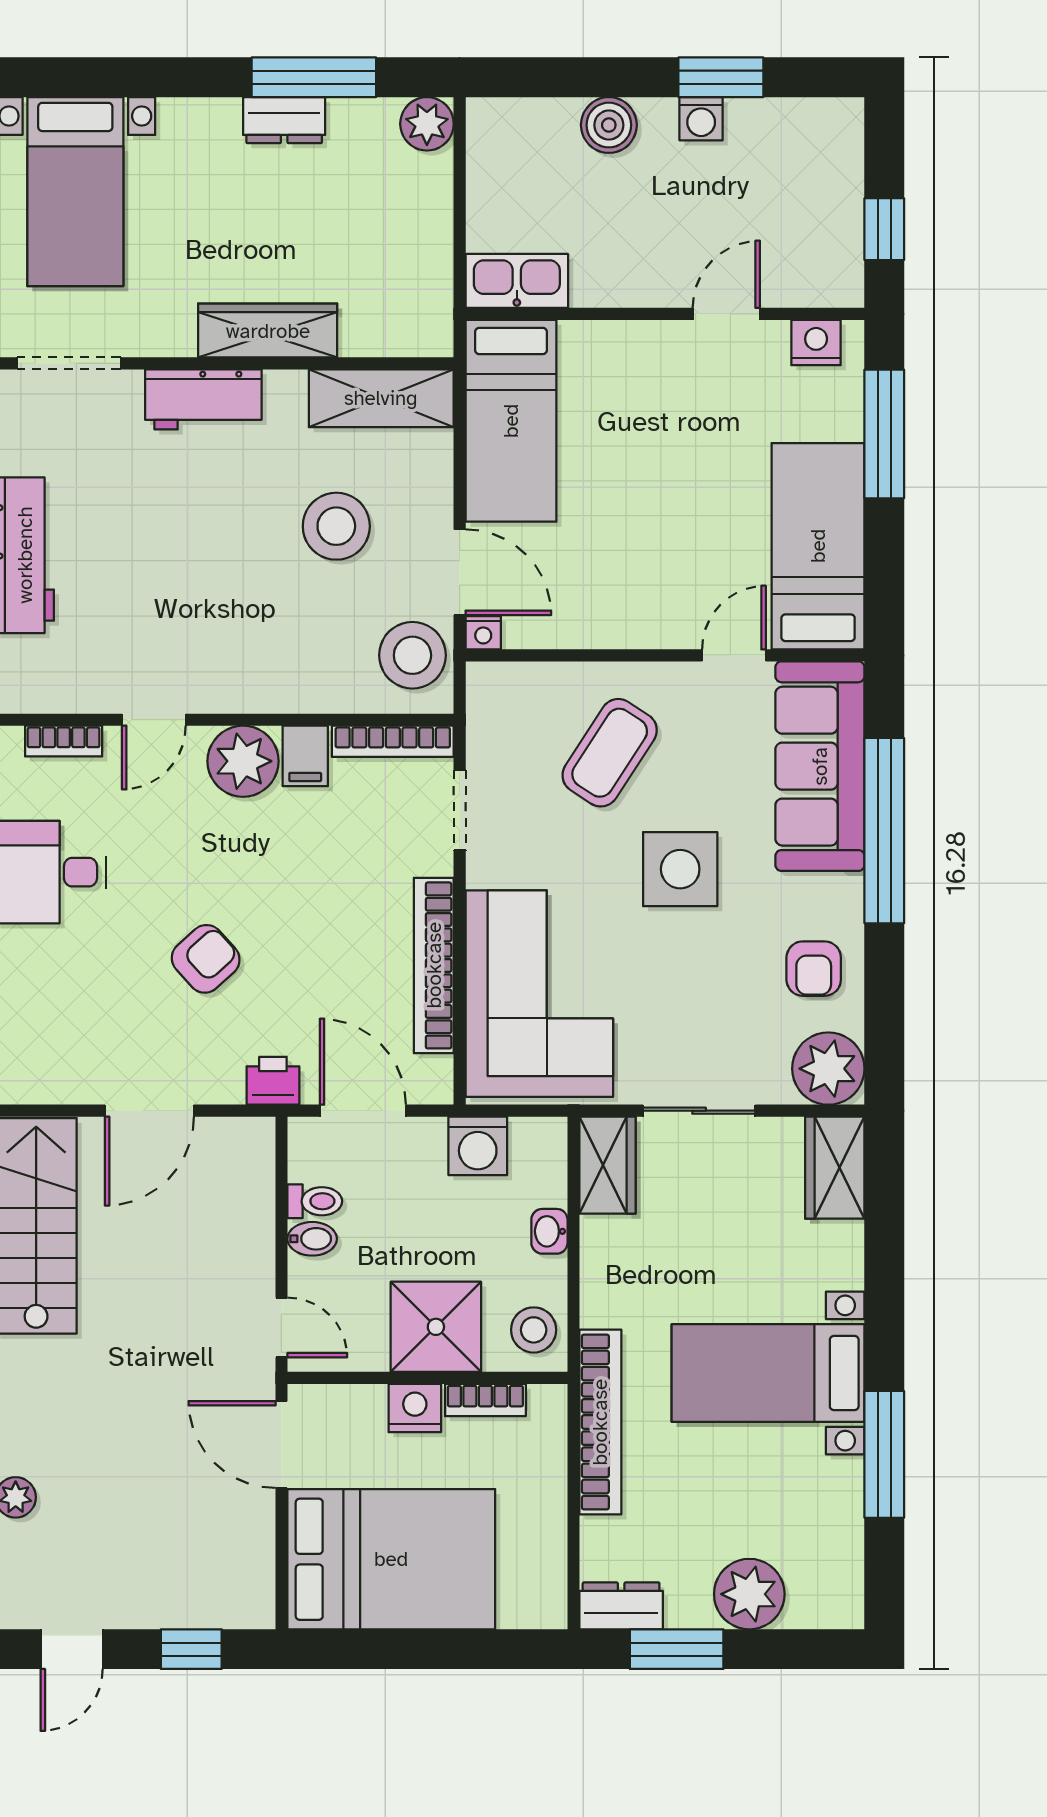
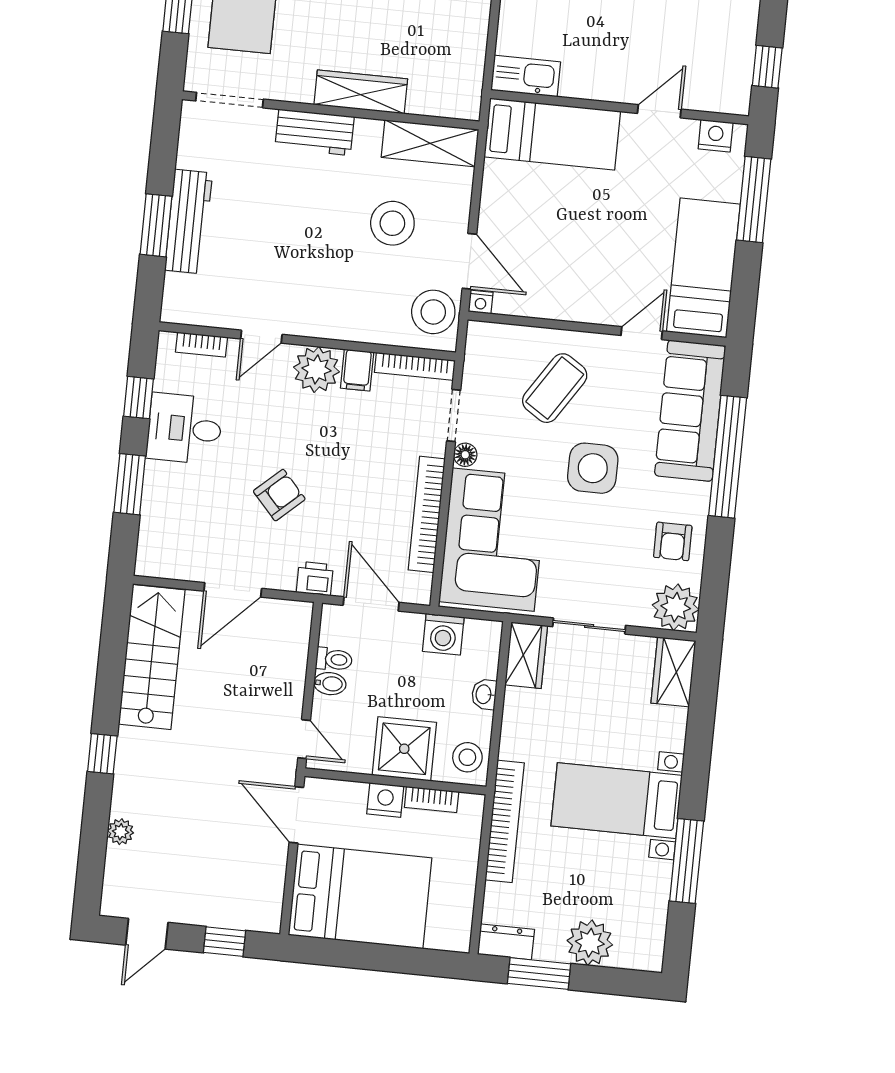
bed: (511, 421) -> (552, 134), moved, turned -90
floor lamp: (483, 868) -> (465, 455), added

